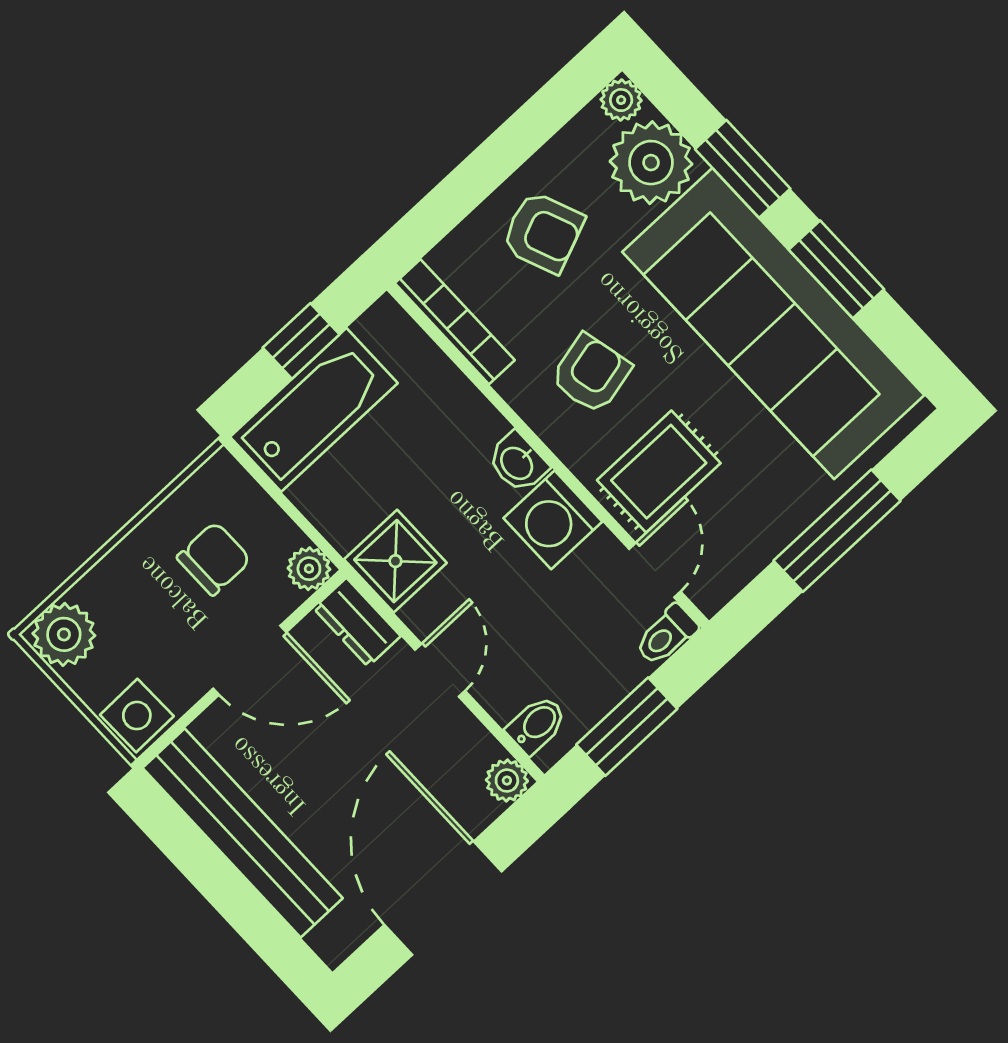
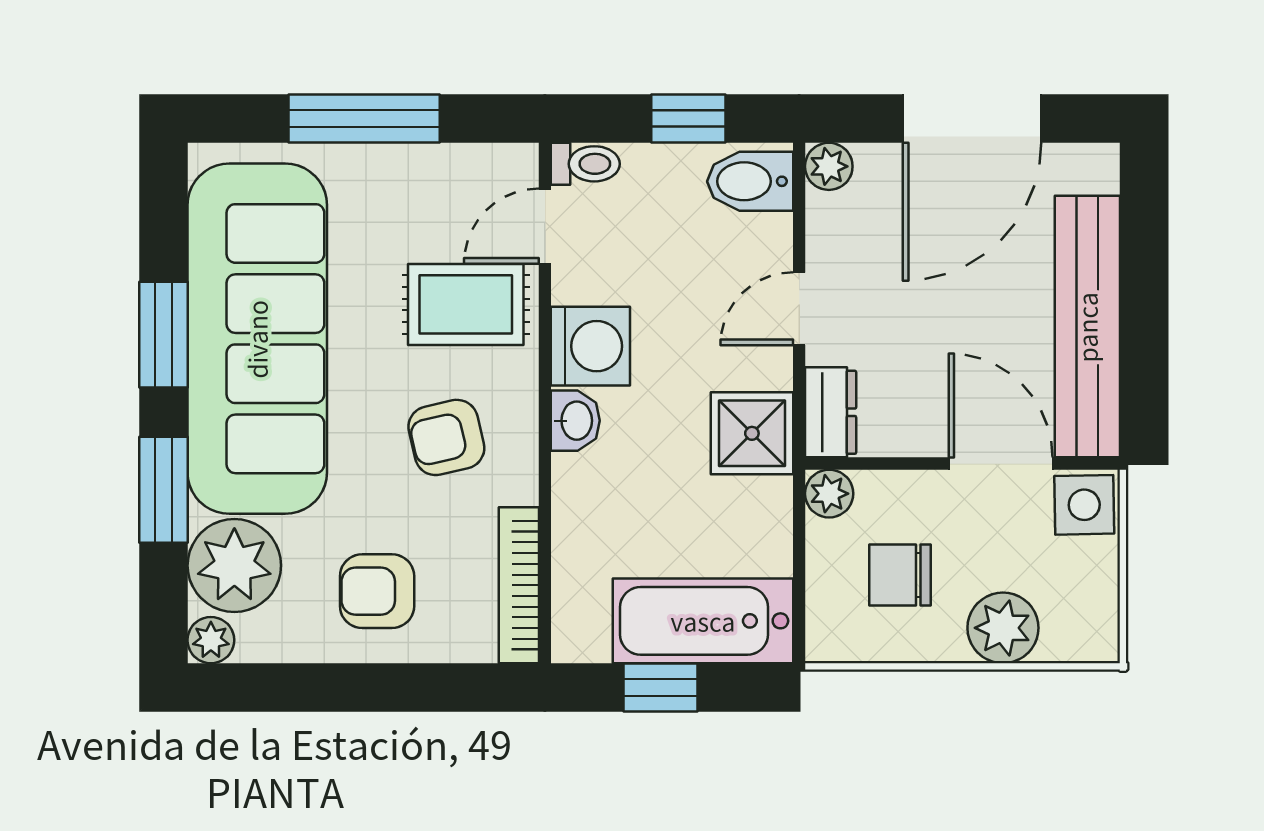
armchair: (543, 232) -> (377, 591), turned -68
plant: (64, 634) -> (1003, 628), moved
door: (250, 660) -> (1001, 464), moved
bidet: (537, 725) -> (750, 181), width x1.38, depth x1.36
window: (627, 727) -> (688, 118), width x0.67

